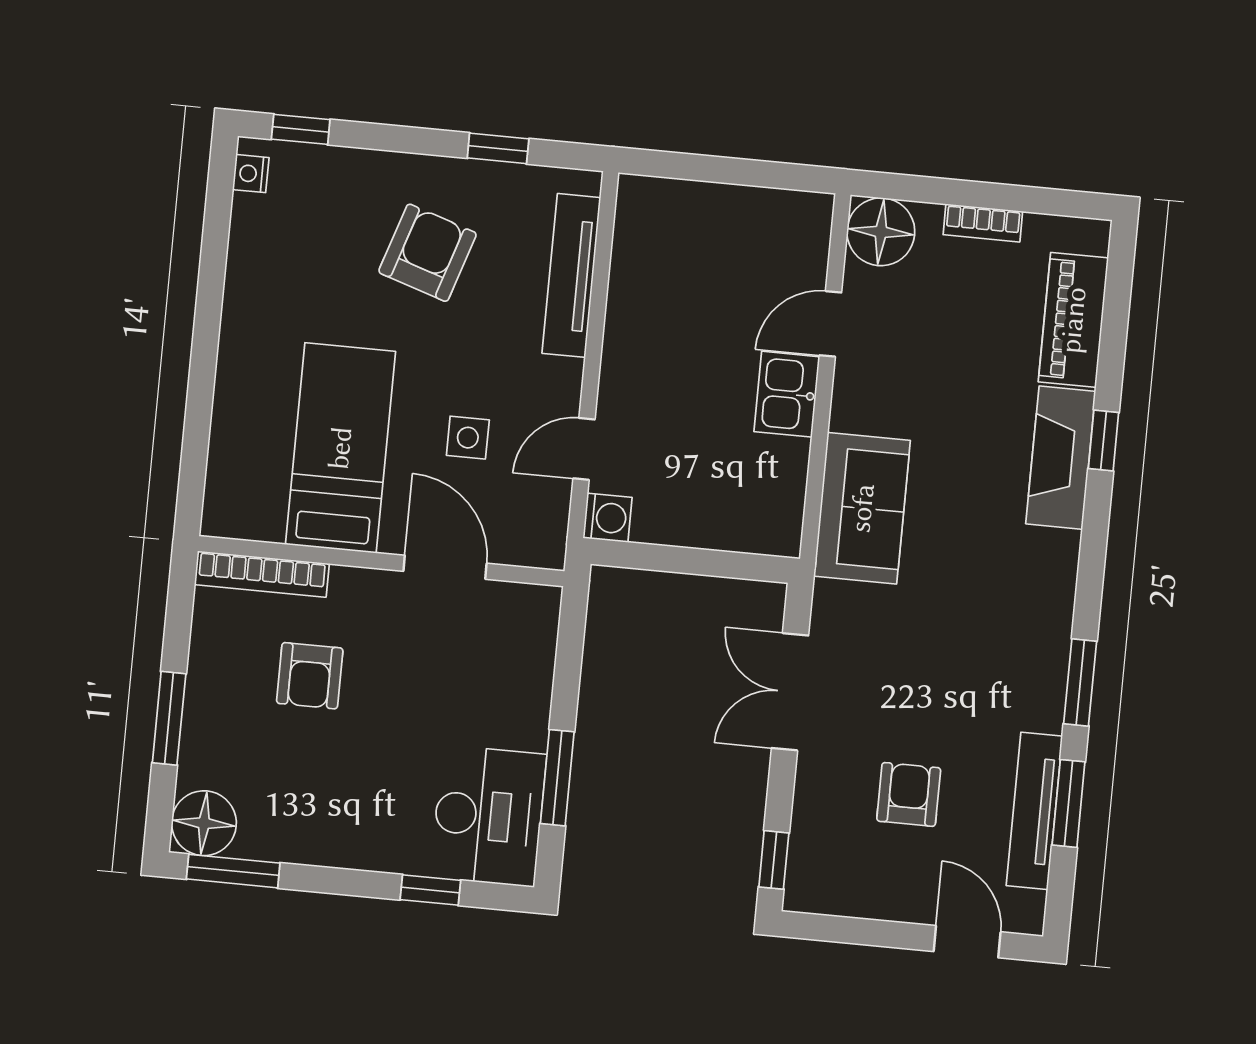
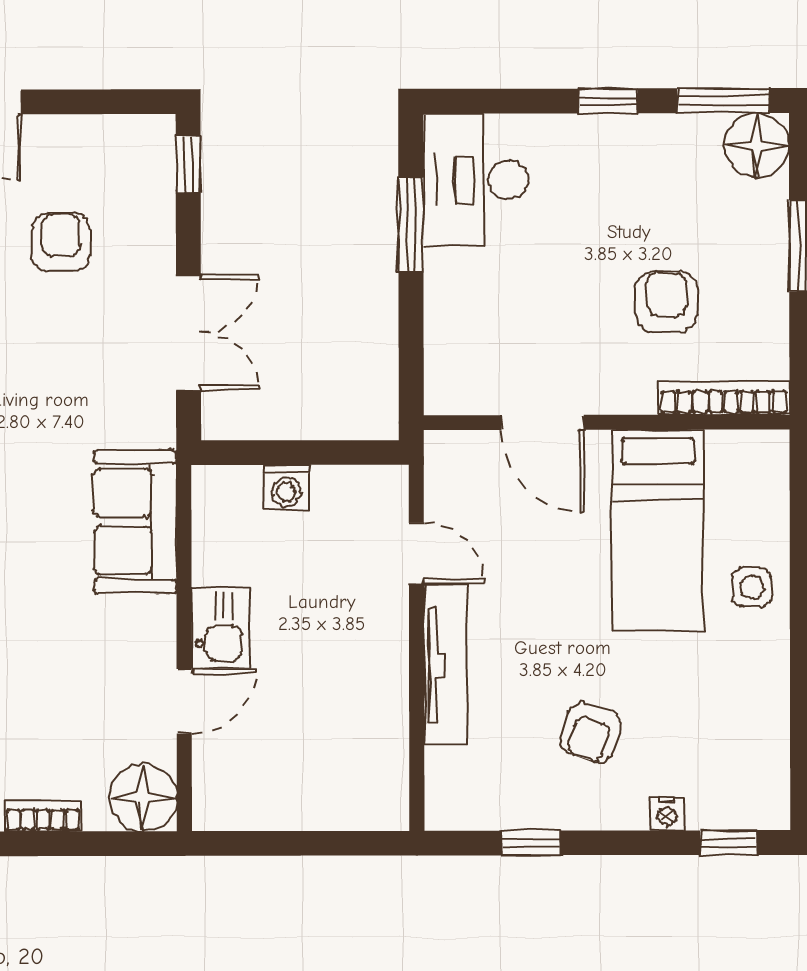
nightstand: (251, 174) -> (667, 814), moved, turned 90
armchair: (427, 253) -> (591, 733), width x0.72, depth x0.72
tv unit: (571, 275) -> (446, 665), moved
side table: (468, 438) -> (752, 587), moved
door: (584, 449) -> (416, 553), hinge flipped
washing machine: (608, 518) -> (286, 487), moved, turned -90
armchair: (909, 794) -> (61, 242), turned 180
window: (430, 890) -> (608, 101), moved

